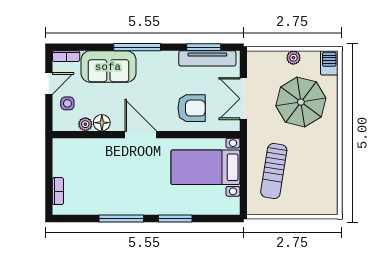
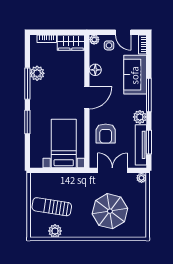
plant: (293, 58) -> (141, 178), moved
plant: (168, 60) -> (140, 117), added
barbecue: (329, 63) -> (138, 231), removed
plant: (85, 124) -> (94, 40), moved
wardrobe: (63, 157) -> (71, 43), added
sun lounger: (274, 171) -> (52, 207), moved
plant: (329, 179) -> (55, 231), added
plant: (107, 205) -> (37, 73), added

